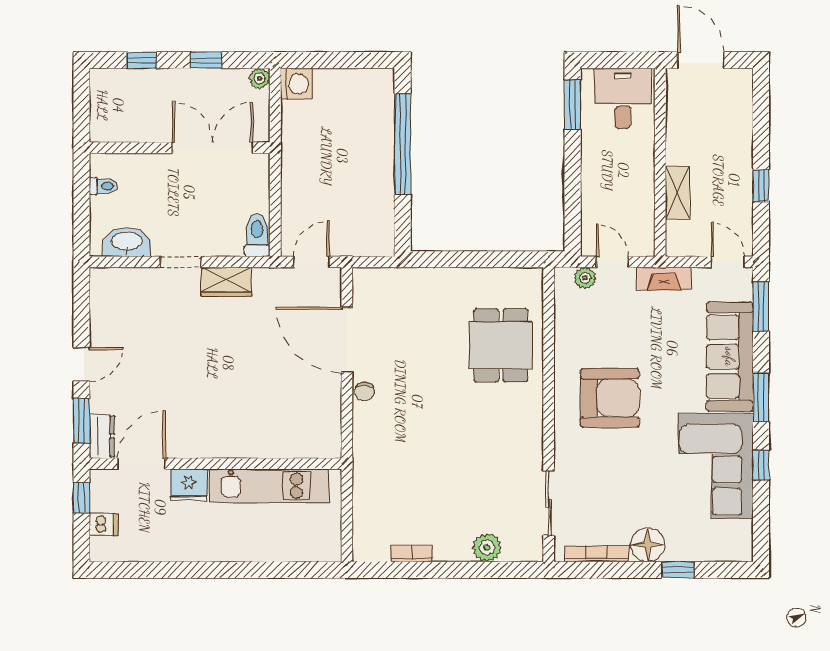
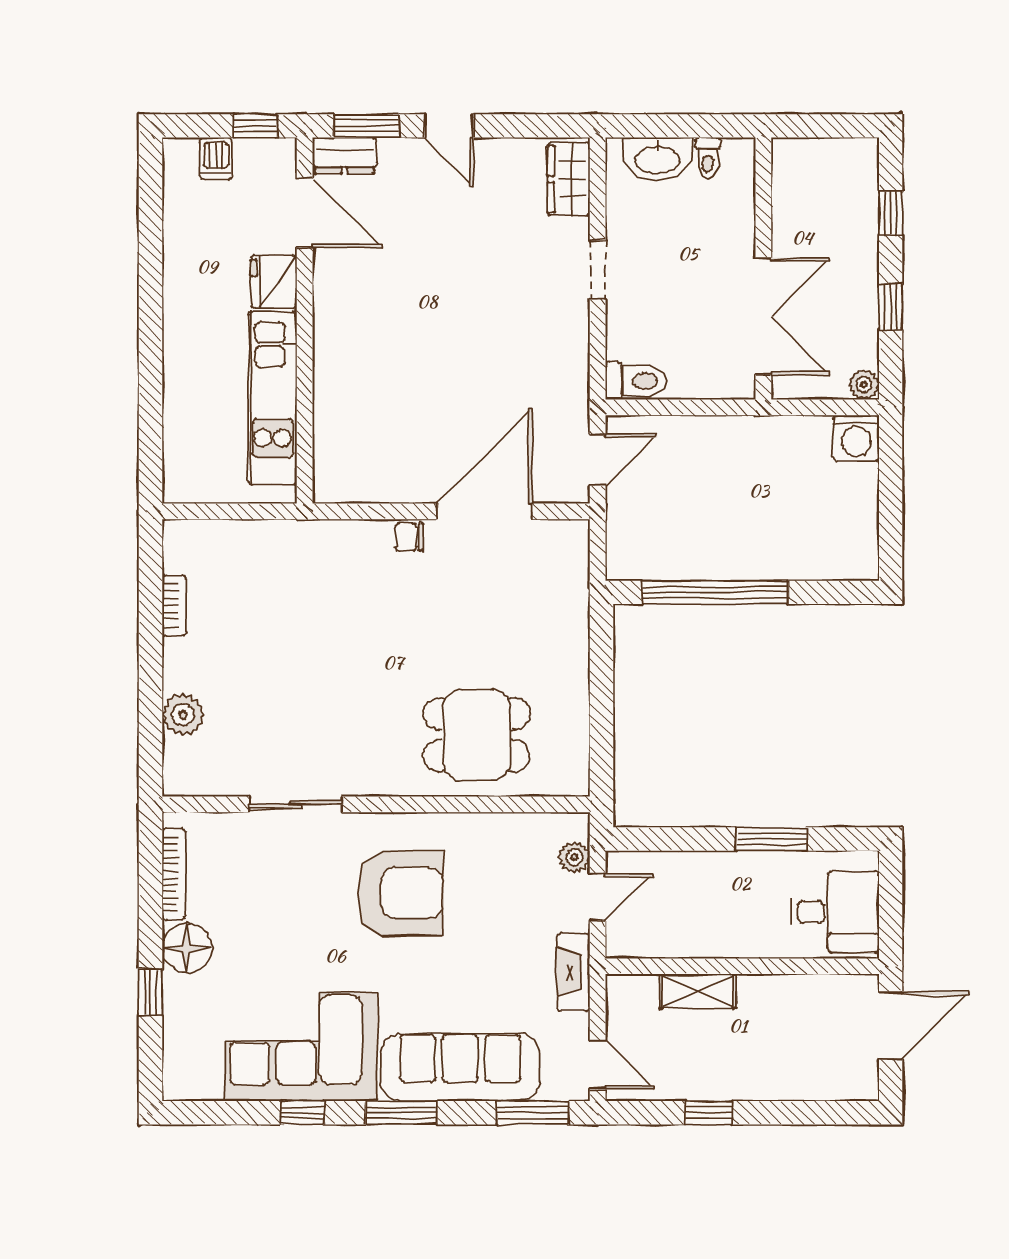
window: (573, 105) -> (772, 839), moved
window: (403, 144) -> (715, 592), moved
washbasin: (127, 242) -> (657, 159), moved, turned 90
door: (311, 262) -> (598, 460), hinge flipped
door: (728, 262) -> (598, 1065), hinge flipped
wardrobe: (226, 282) -> (569, 179), moved
armchair: (610, 398) -> (400, 893), turned -90
sliding door: (549, 503) -> (296, 804), moved

